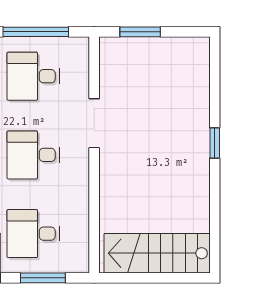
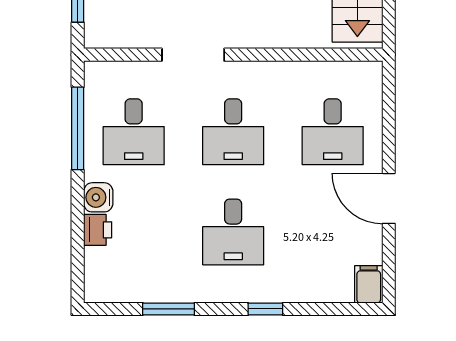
window: (43, 278) -> (389, 119), removed

